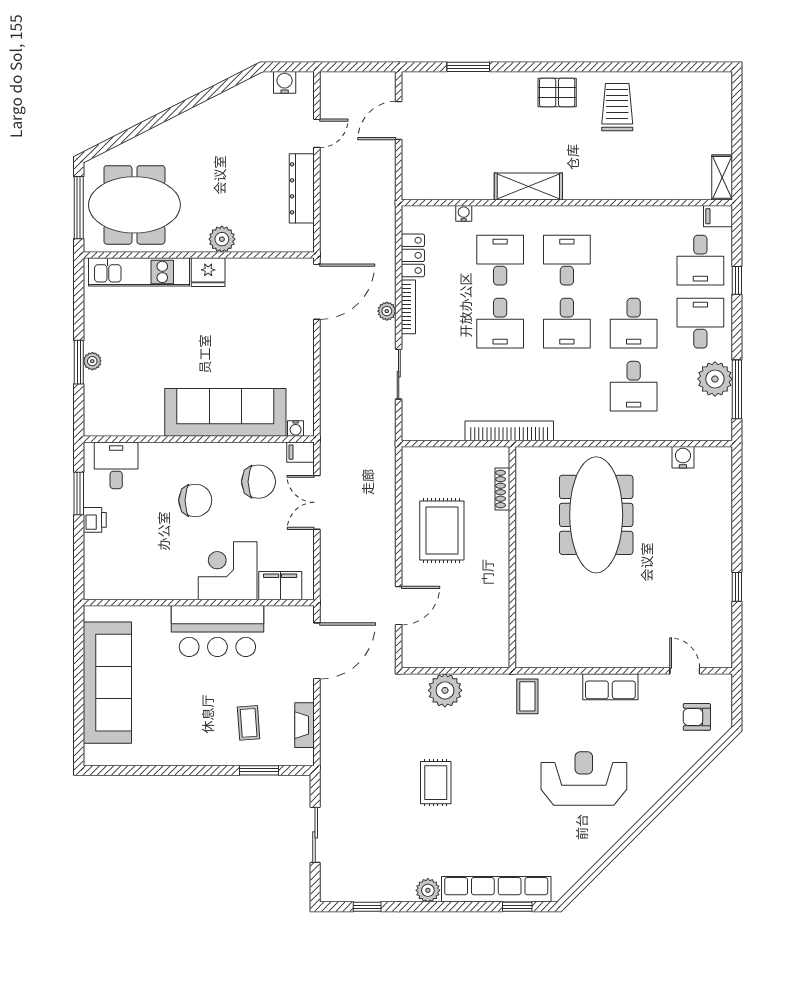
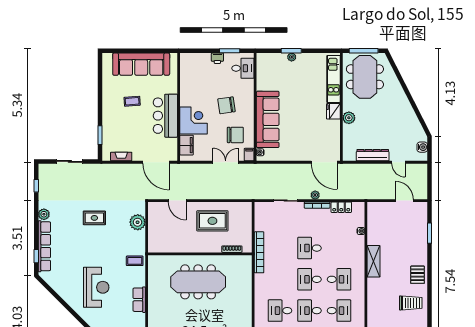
desk: (500, 260) -> (339, 311), moved
chair: (258, 482) -> (235, 135), turned -90
chair: (195, 500) -> (226, 105), turned 82
meeting table: (596, 515) -> (198, 282), moved
coffee table: (249, 723) -> (132, 101), moved

